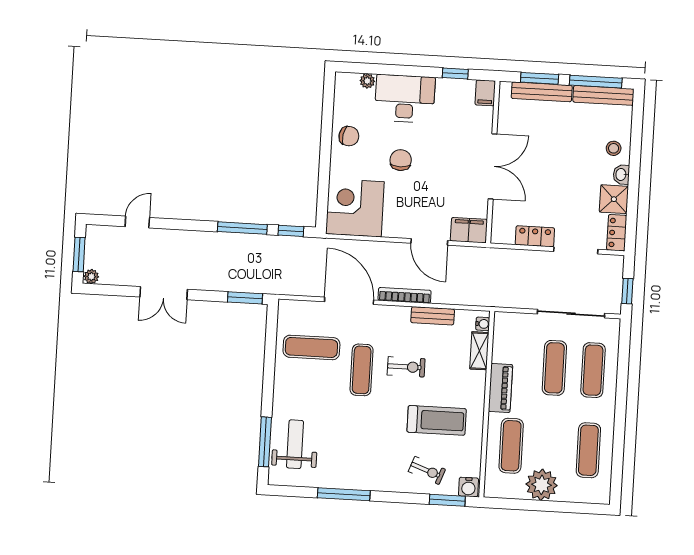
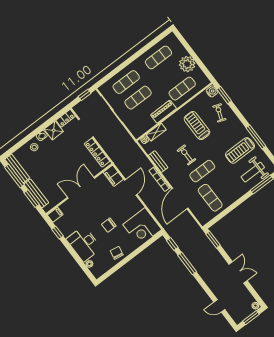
locker: (535, 236) -> (97, 153), width x1.53
treadmill: (344, 453) -> (240, 150), added

